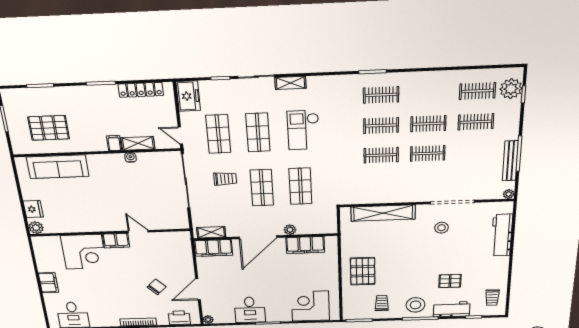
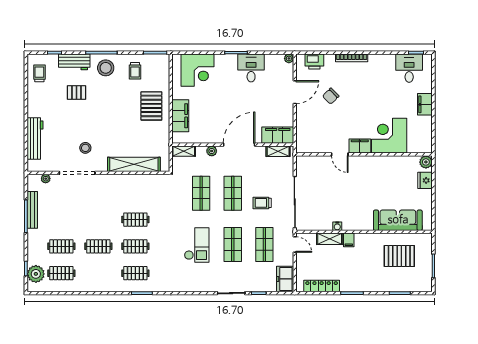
shelving: (291, 83) -> (184, 151), moved
clothes rail: (428, 153) -> (98, 220), removed
plant: (509, 194) -> (46, 179), moved
filing cabinet: (305, 245) -> (180, 116), moved, turned 90

